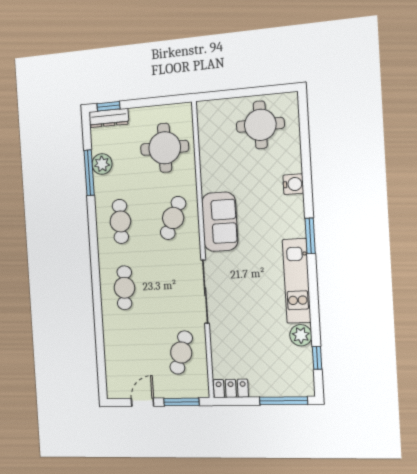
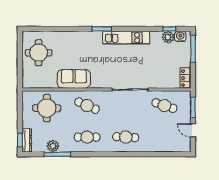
water cooler: (293, 184) -> (180, 36), moved
sofa: (220, 222) -> (74, 79), moved
plant: (301, 335) -> (168, 37), moved

